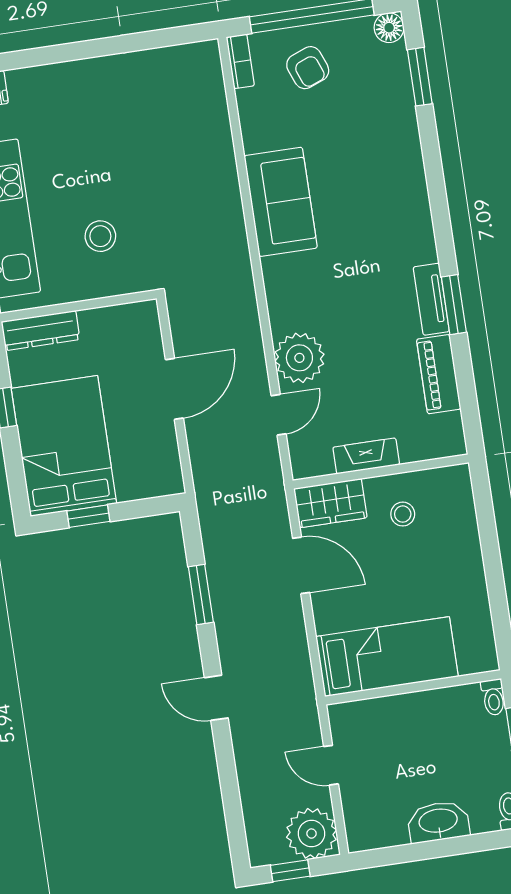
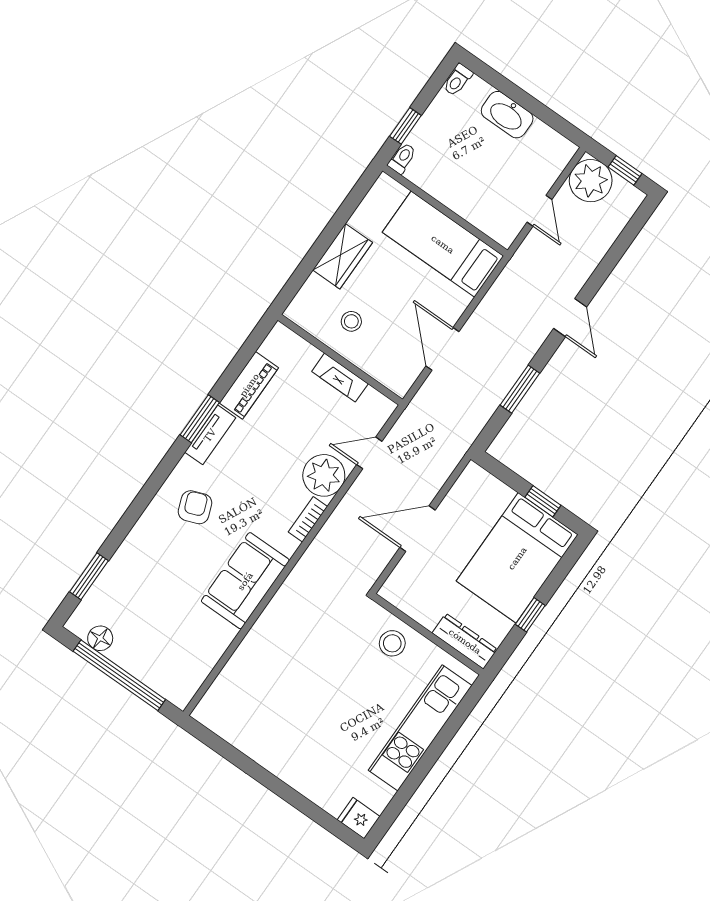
floor lamp: (389, 28) -> (100, 638), moved
bookcase: (240, 61) -> (308, 519), moved
armchair: (308, 68) -> (195, 507), moved
stool: (100, 236) -> (392, 643), moved
wardrobe: (330, 503) -> (343, 256), moved, turned 90

